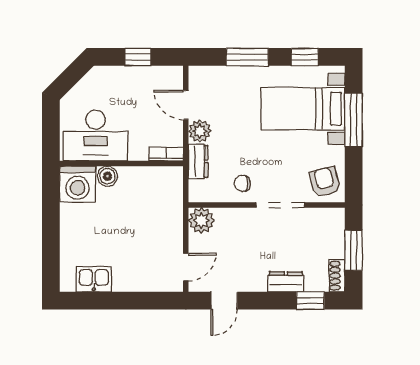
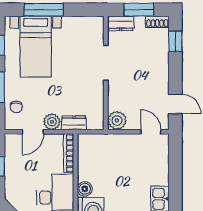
bookcase: (166, 154) -> (69, 153), width x1.56
armchair: (325, 182) -> (89, 31), removed
chair: (242, 183) -> (16, 107), moved
dresser: (286, 282) -> (121, 23), moved, turned -90

